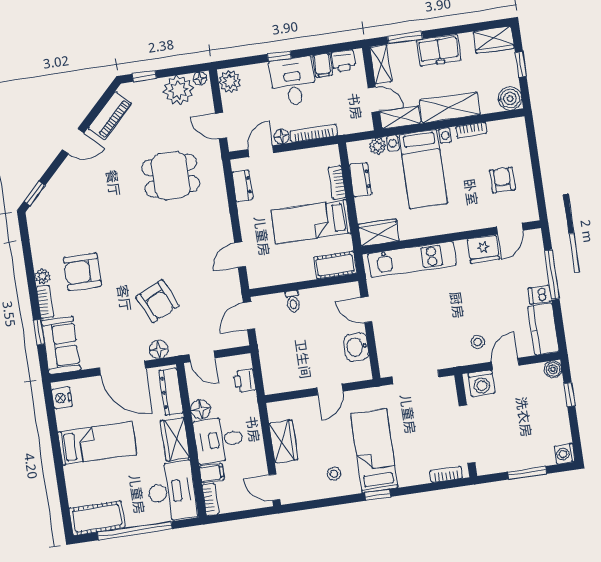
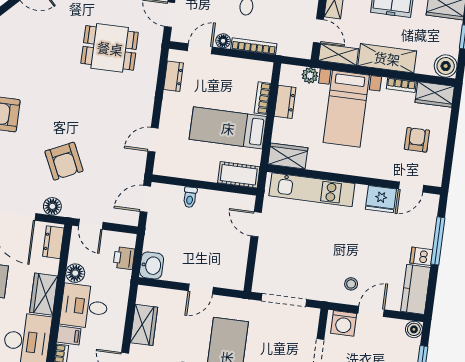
wardrobe: (507, 130) -> (435, 94), added
washbasin: (356, 347) -> (152, 265), moved, turned 180
dresser: (171, 392) -> (53, 242), width x0.70

